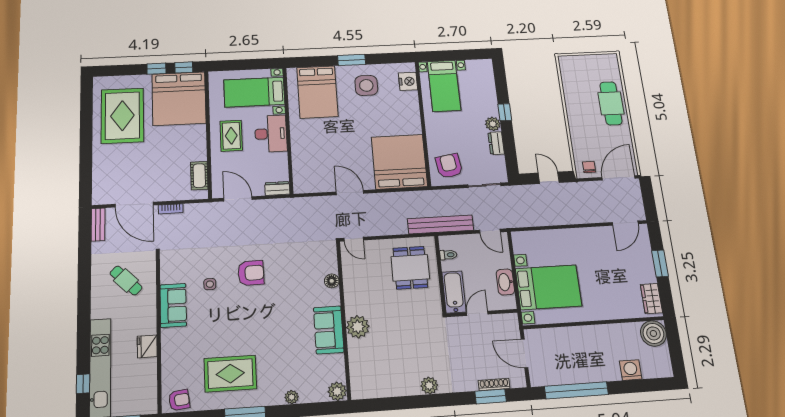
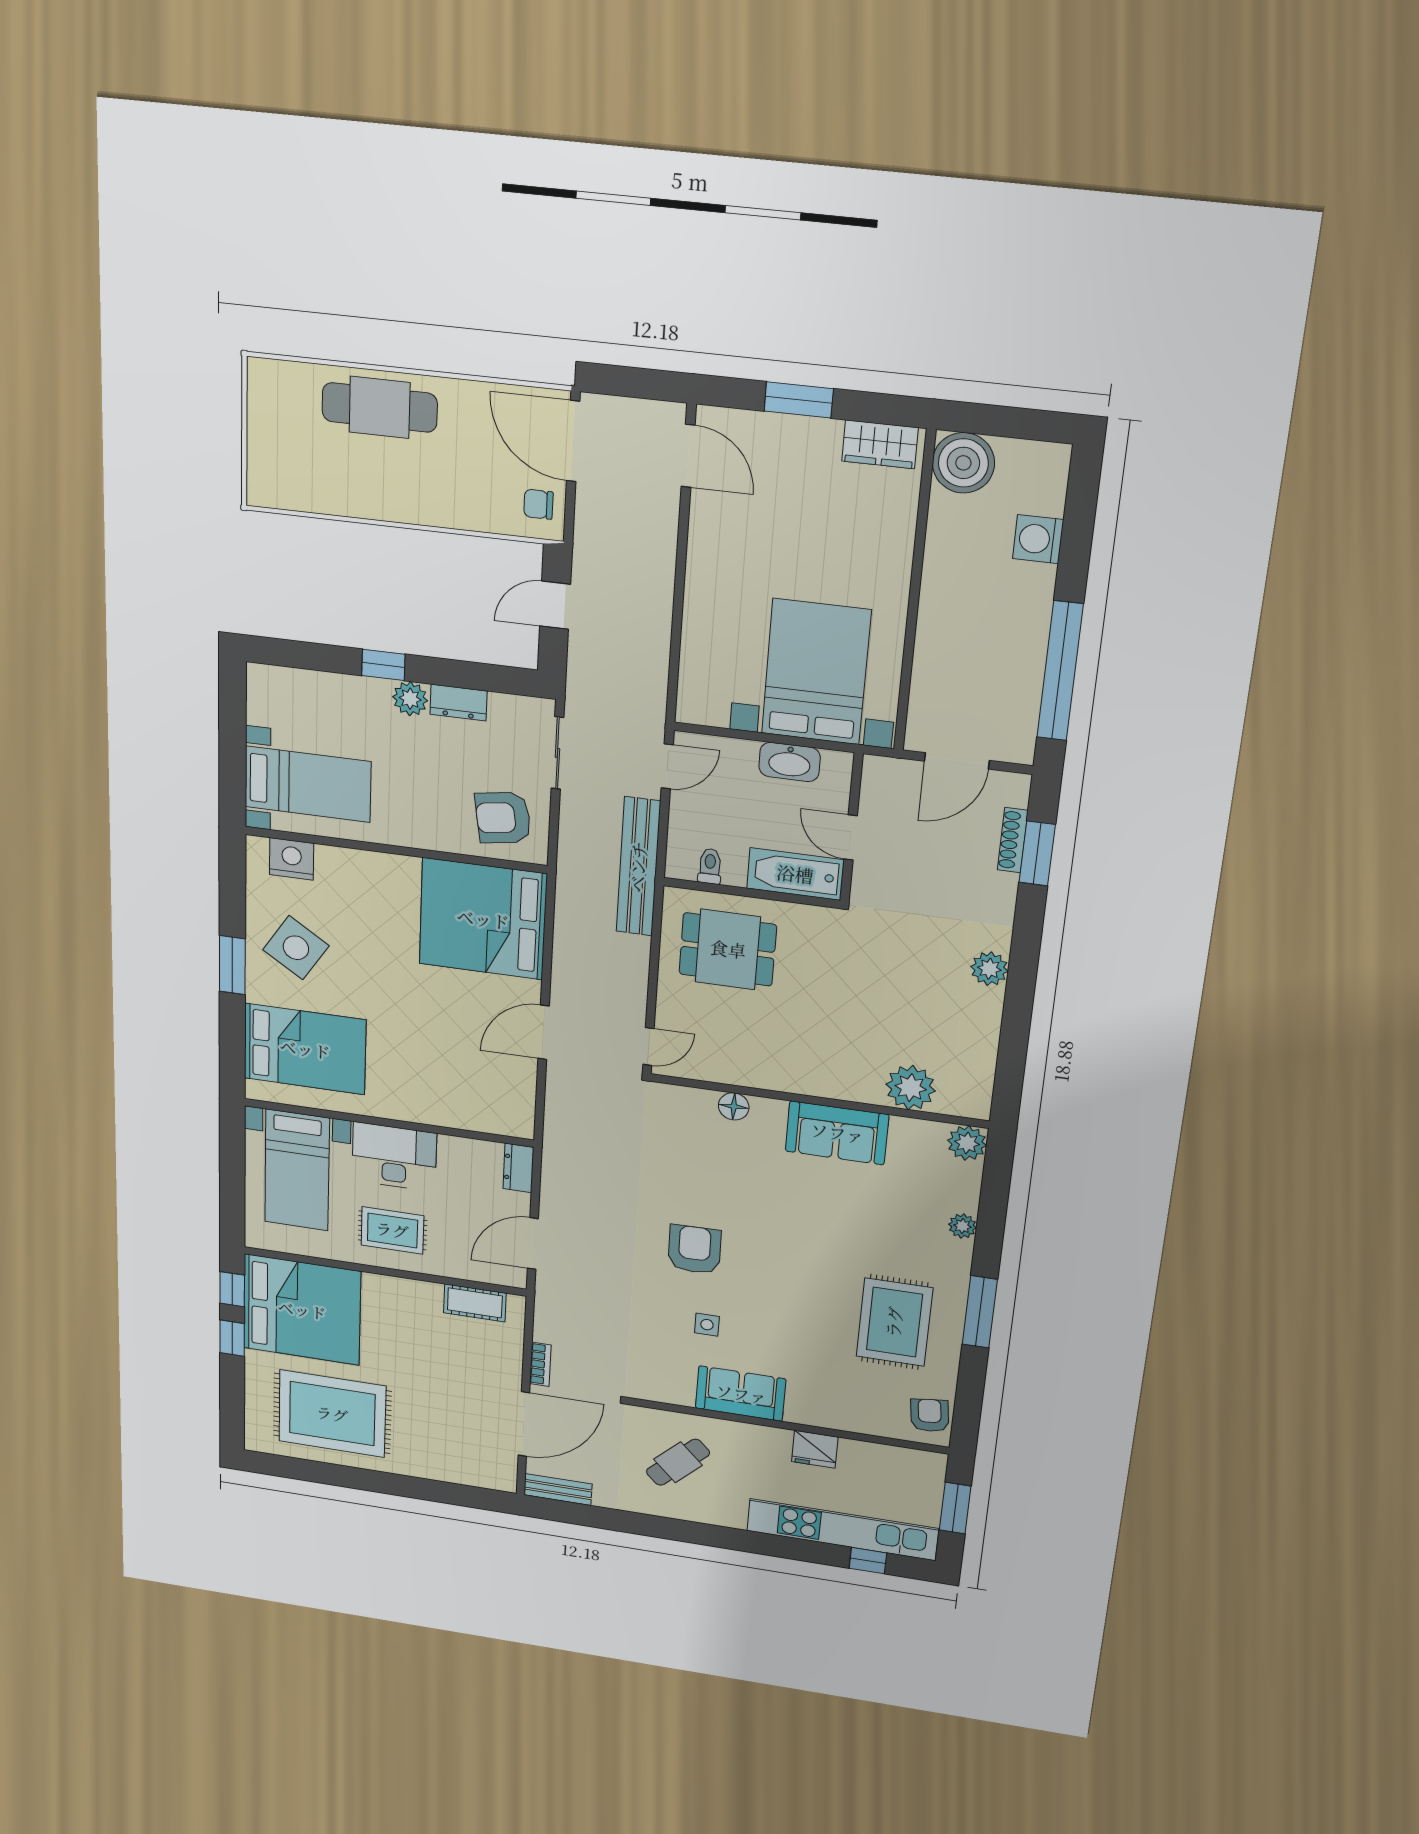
side table: (366, 85) -> (296, 948), turned 33
plant: (358, 327) -> (911, 1088), moved

